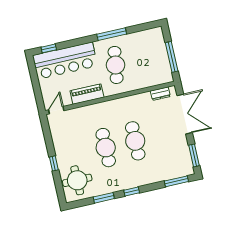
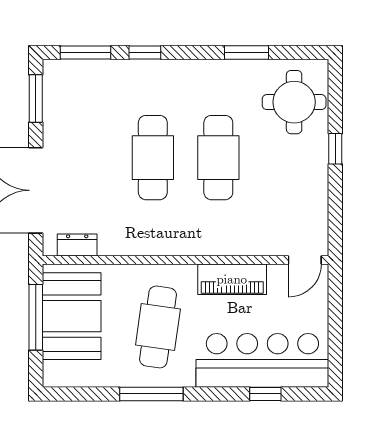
window: (49, 48) -> (265, 394), moved
booth: (156, 61) -> (72, 316), added
window: (132, 191) -> (145, 52), moved

